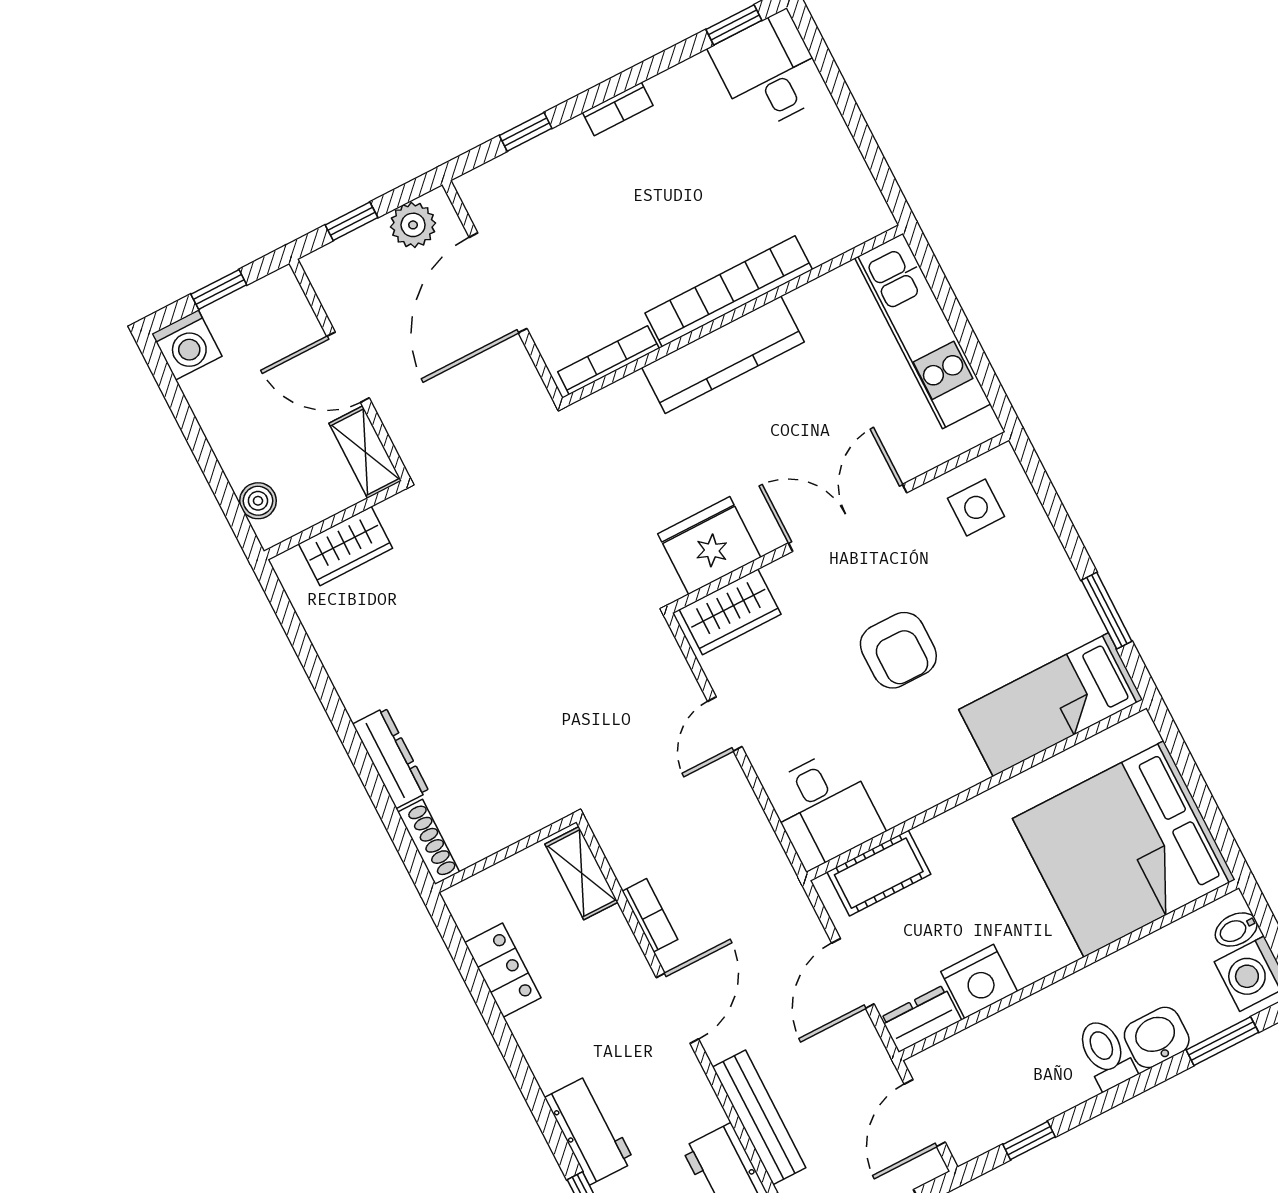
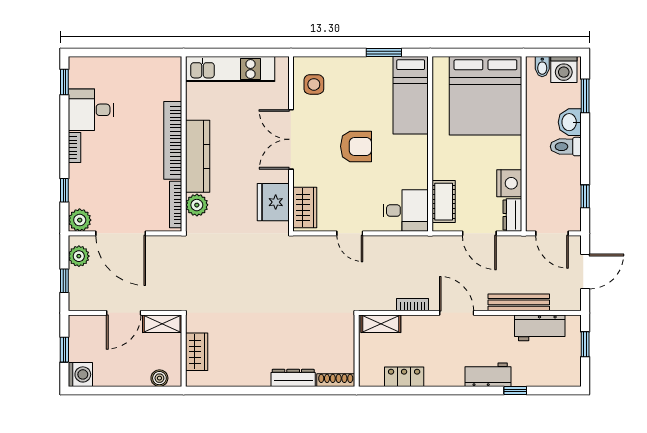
desk: (769, 71) -> (91, 110), moved
plant: (483, 191) -> (80, 220), added
plant: (628, 401) -> (197, 205), added

